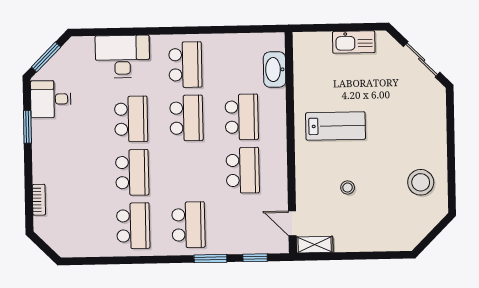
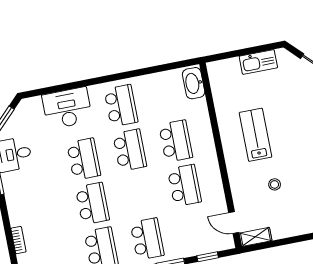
washbasin: (275, 70) -> (194, 83), moved
lab bench: (336, 126) -> (255, 135), turned -90

